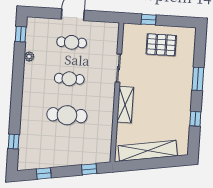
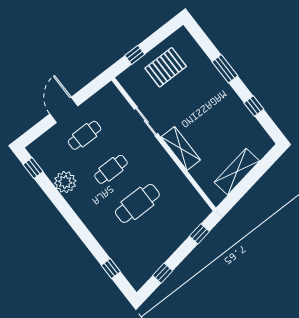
plant: (29, 56) -> (65, 182), width x1.88, depth x1.88
shelving: (148, 151) -> (237, 172), width x0.68

